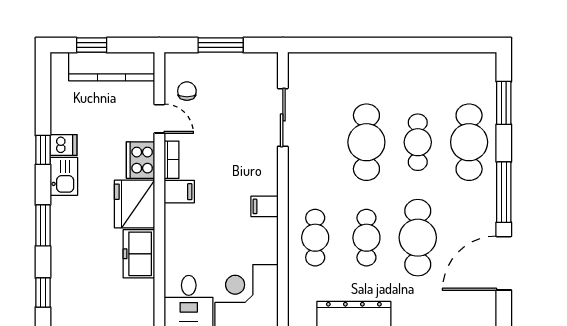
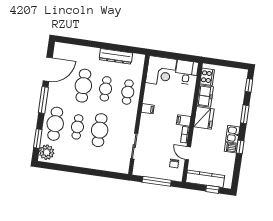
window: (221, 45) -> (157, 181), width x1.44
plant: (479, 75) -> (47, 152), added
cooker: (140, 160) -> (207, 77), moved

